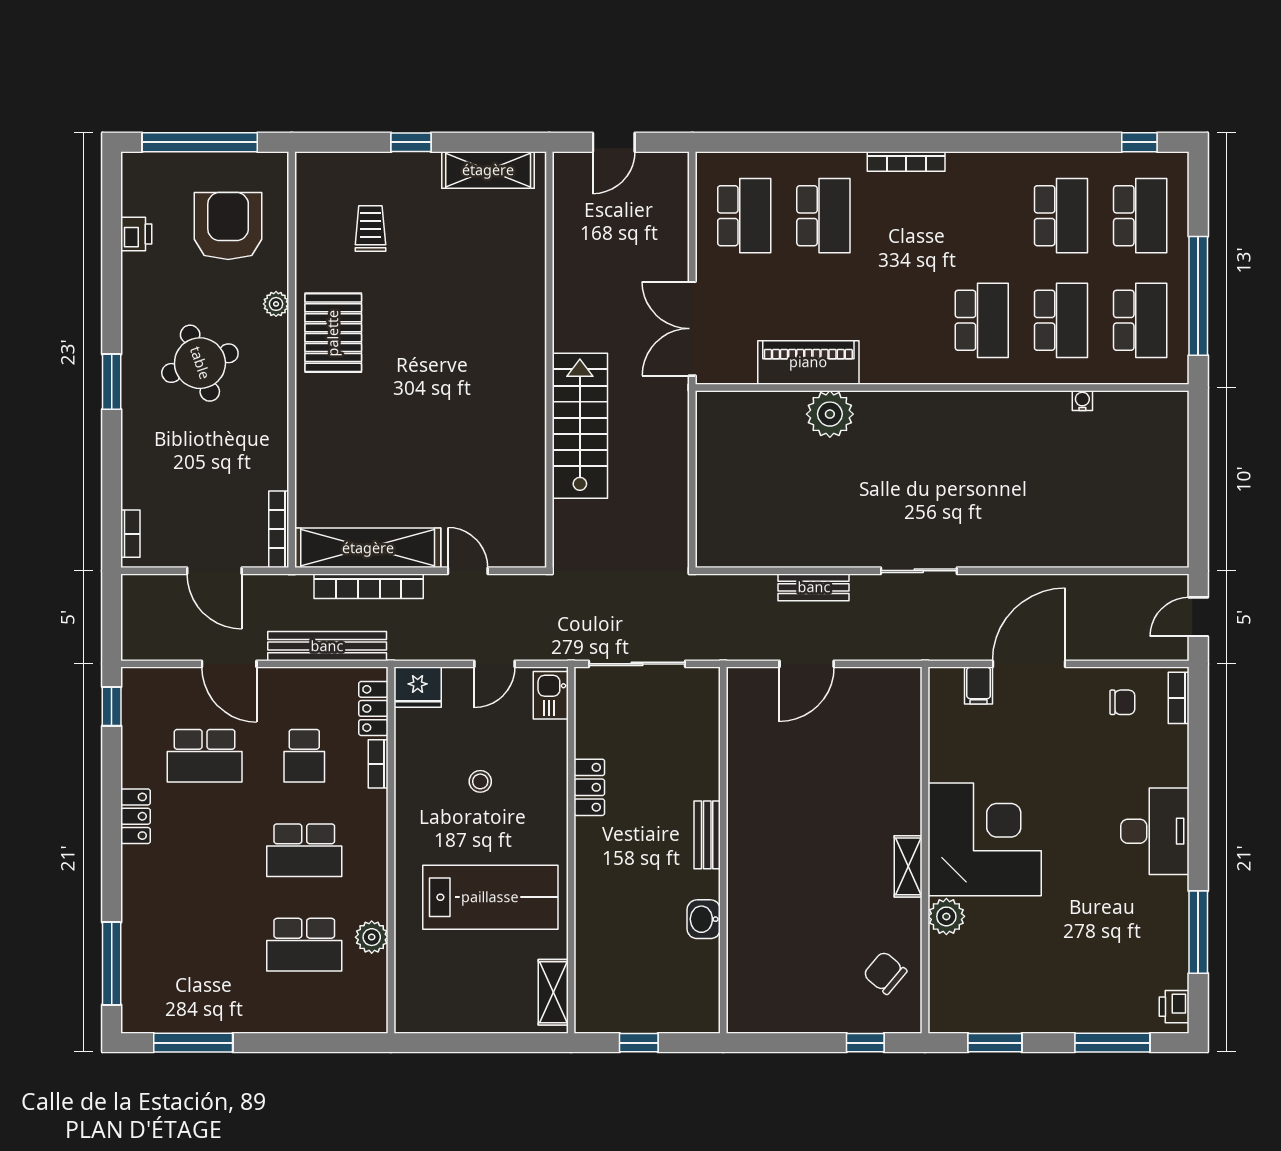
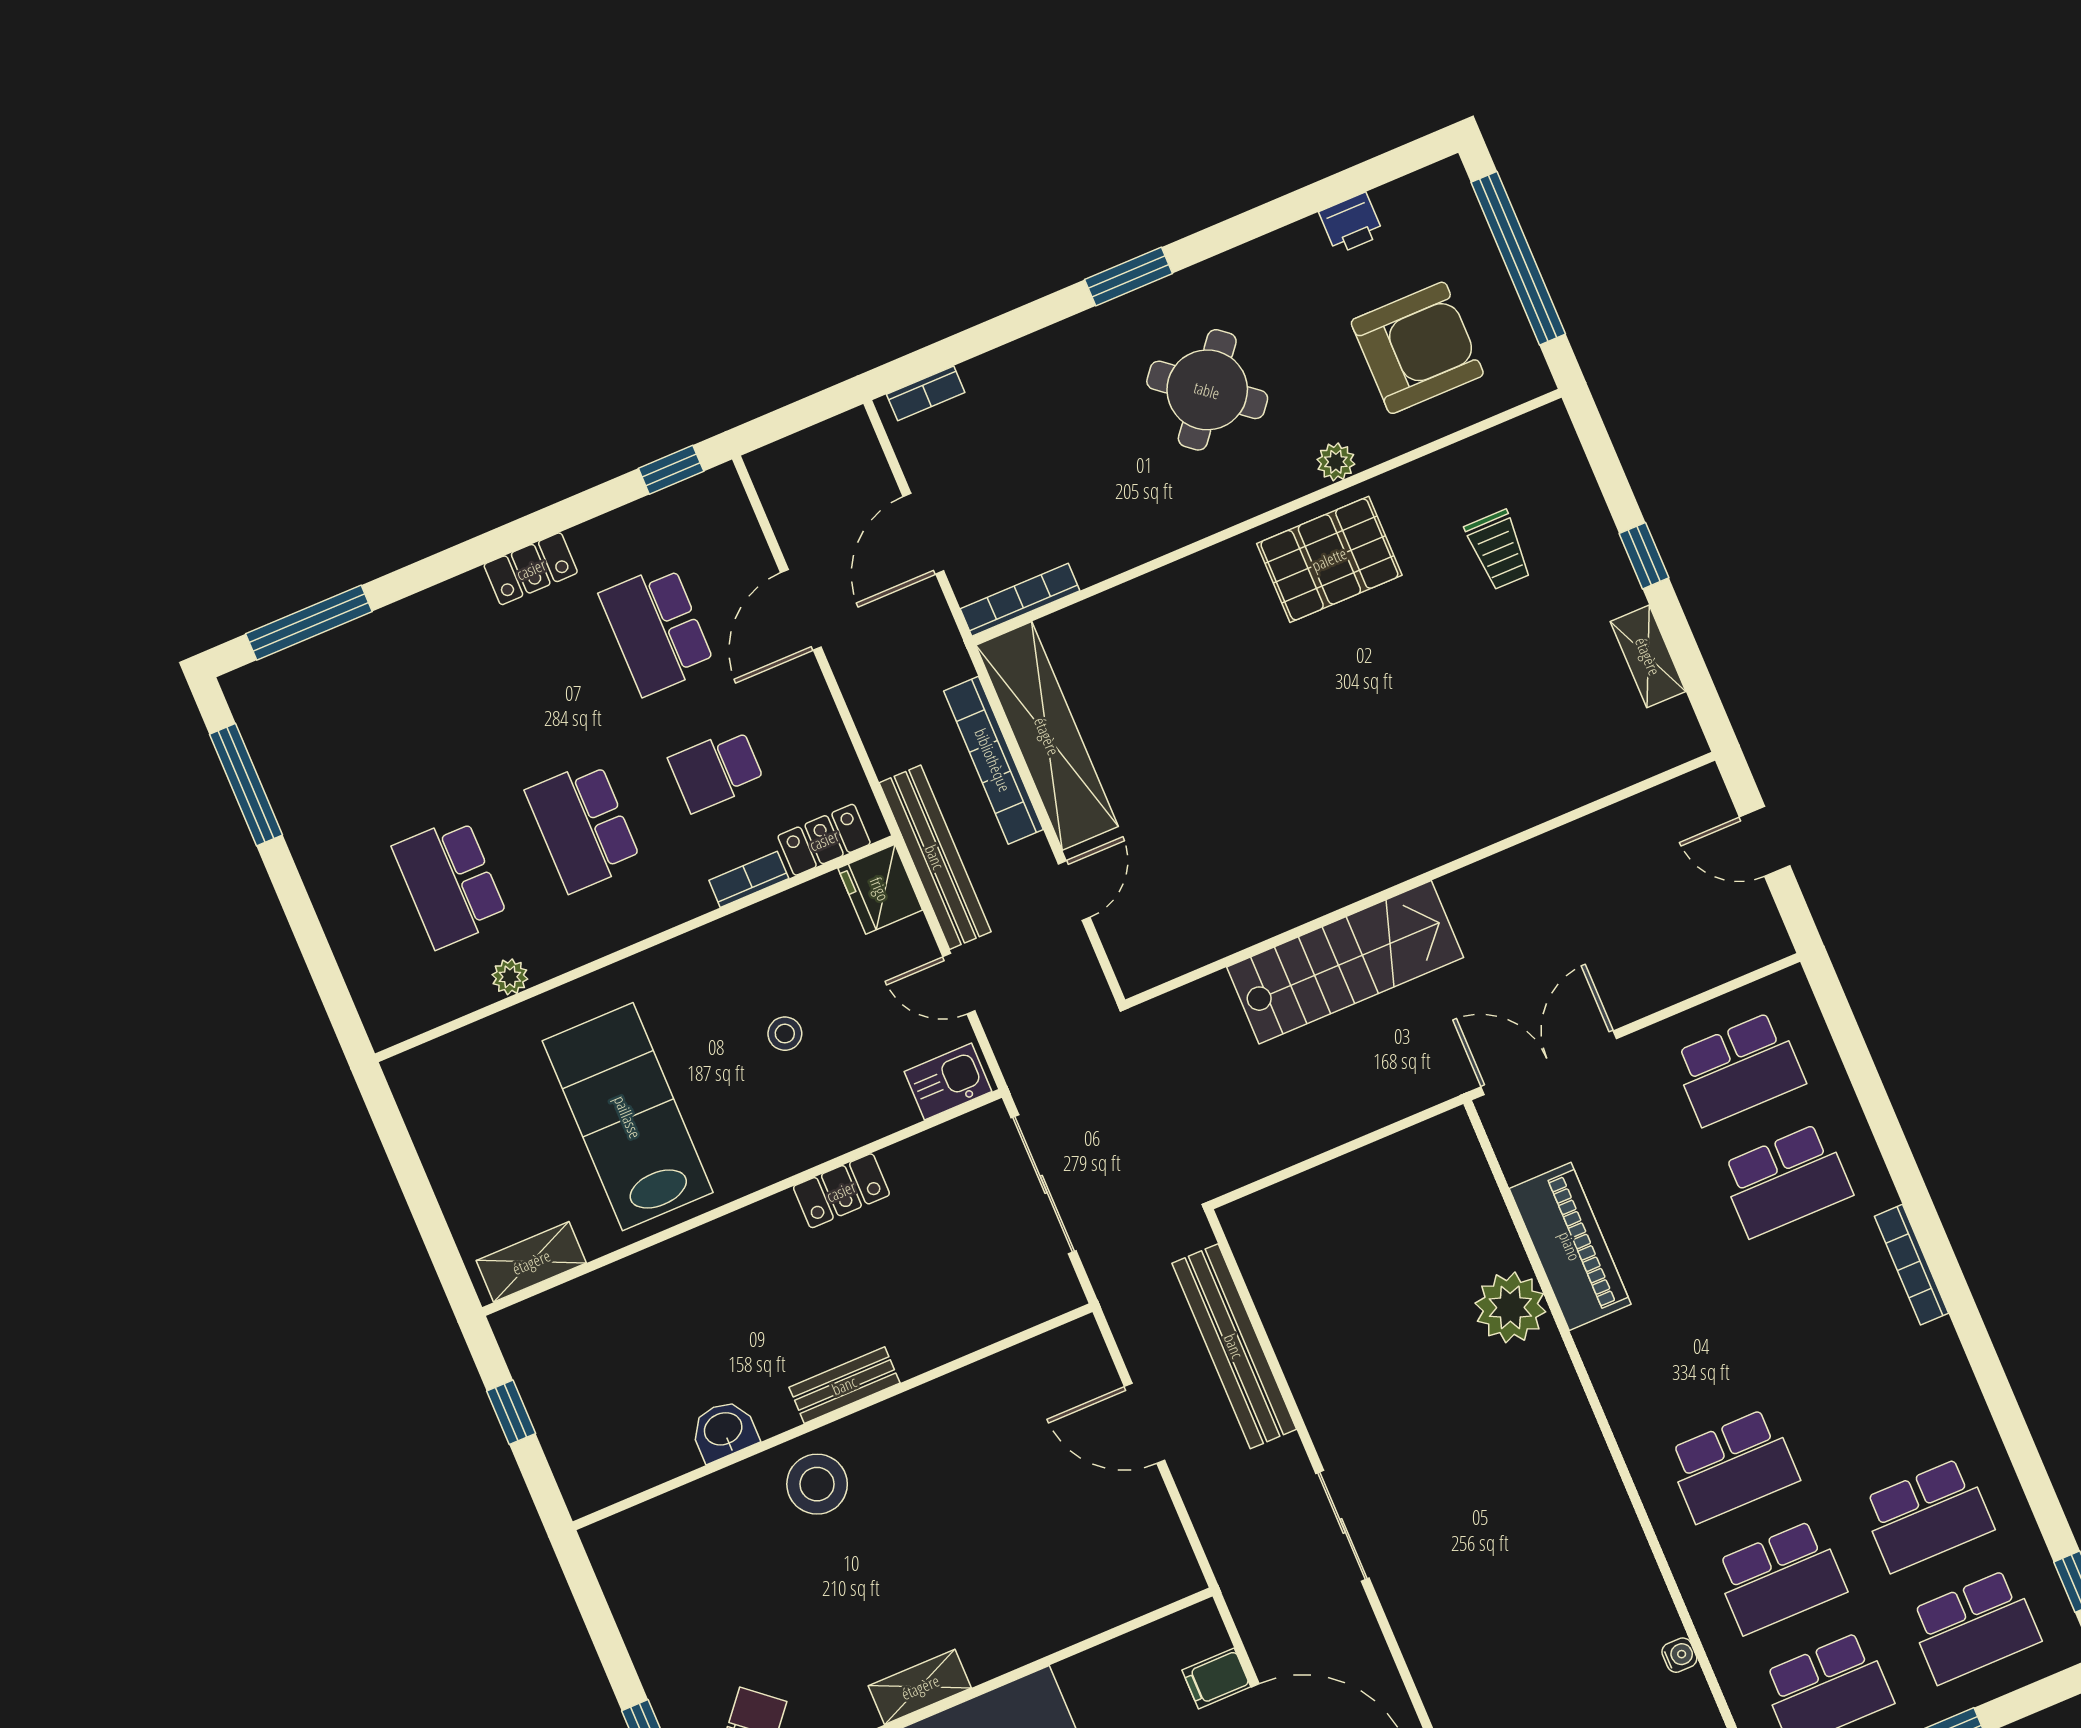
shelving: (488, 170) -> (1648, 656), width x0.67, depth x0.75
trolley: (370, 228) -> (1498, 550), turned 90
round table: (200, 363) -> (1207, 390), turned -32
bench: (814, 587) -> (1234, 1346), width x1.86, depth x1.21
bench: (327, 646) -> (935, 857), moved
stool: (760, 877) -> (817, 1484), added
lab bench: (490, 897) -> (628, 1117), turned 180
plant: (372, 937) -> (510, 977), width x0.73, depth x0.73

